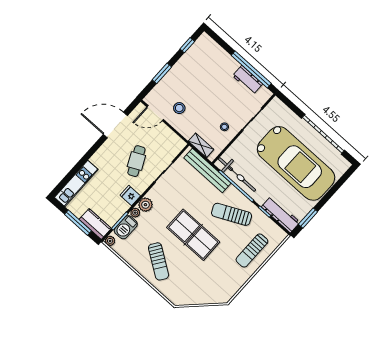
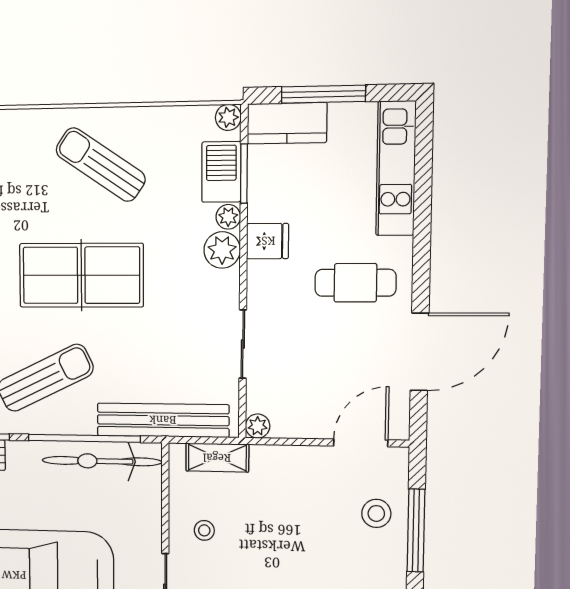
window: (162, 73) -> (416, 530), width x1.44
stool: (179, 108) -> (376, 513), moved
plant: (181, 144) -> (258, 426), added
cafe table: (136, 161) -> (355, 283), moved, turned -64

